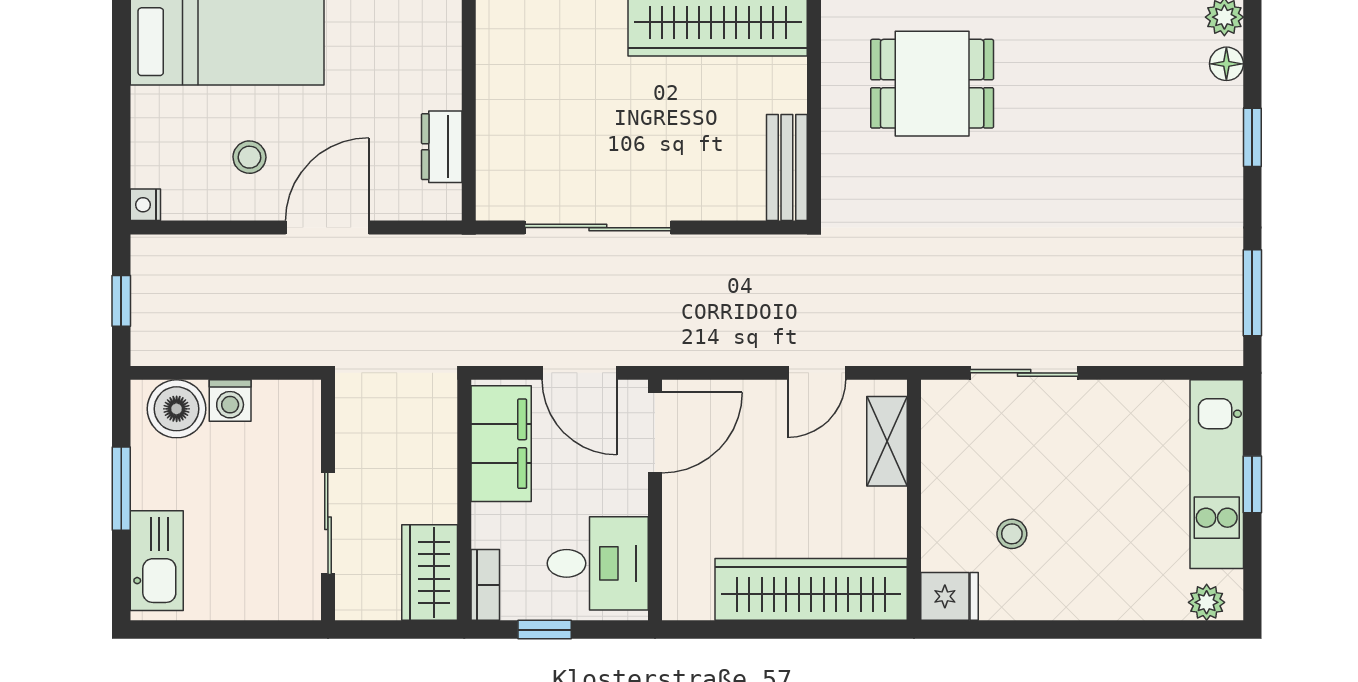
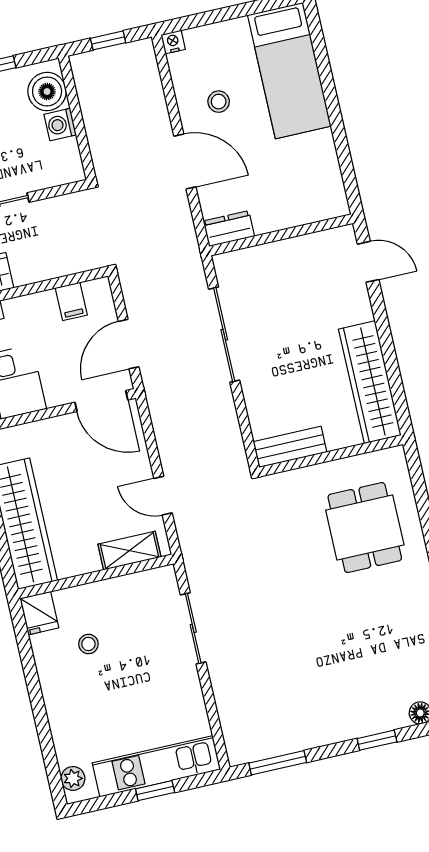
dresser: (442, 147) -> (229, 229), moved
filing cabinet: (501, 444) -> (71, 301), width x0.33, depth x0.86

